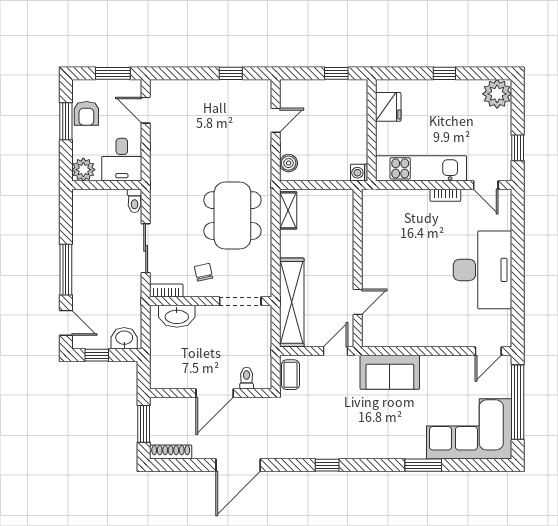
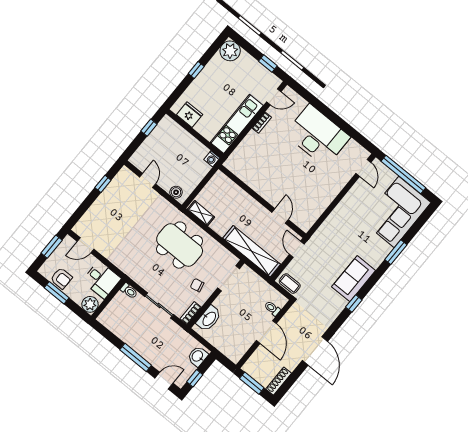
sofa: (390, 372) -> (354, 279), moved, turned 180

